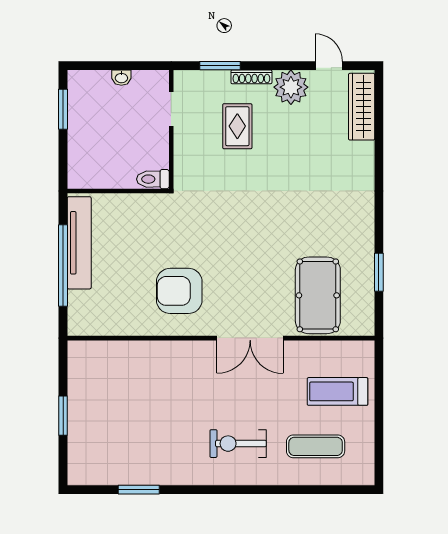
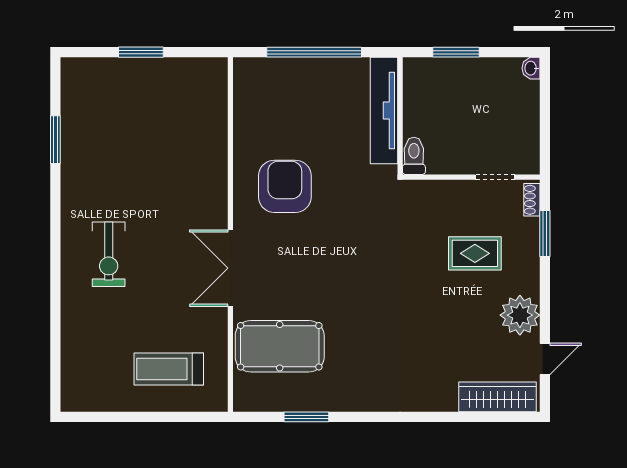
shoe rack: (251, 77) -> (532, 200), moved, width x0.70
washbasin: (121, 78) -> (531, 68), moved
window: (63, 109) -> (456, 52), moved
tv unit: (79, 243) -> (384, 111), moved, turned 90
treadmill: (337, 391) -> (169, 369), turned -90
exercise bike: (238, 444) -> (109, 254), turned 180
exercise mat: (316, 446) -> (105, 344), removed

